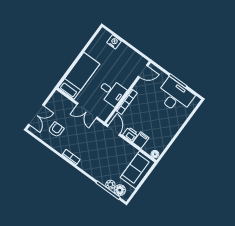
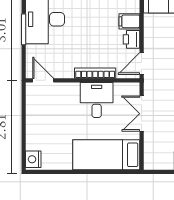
nightstand: (114, 42) -> (33, 159), moved
double door: (87, 111) -> (142, 114), swing flipped

